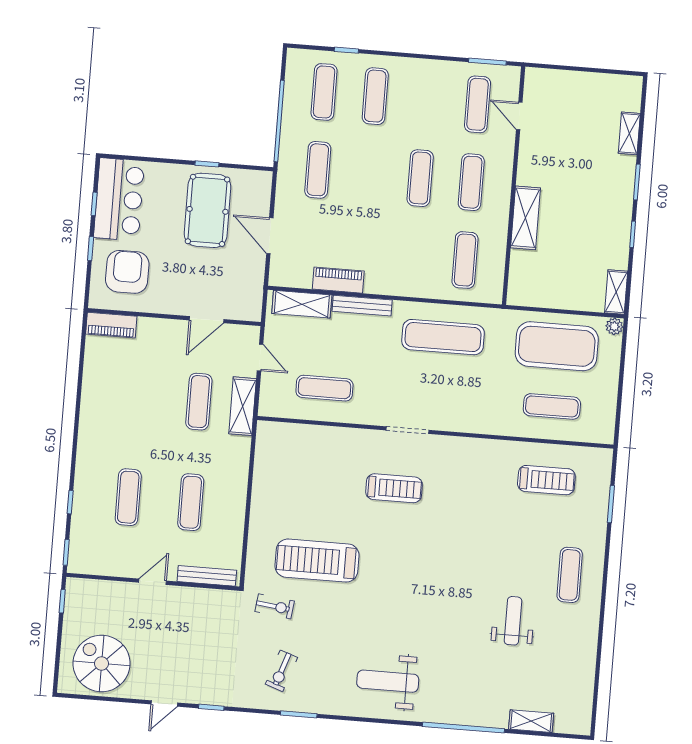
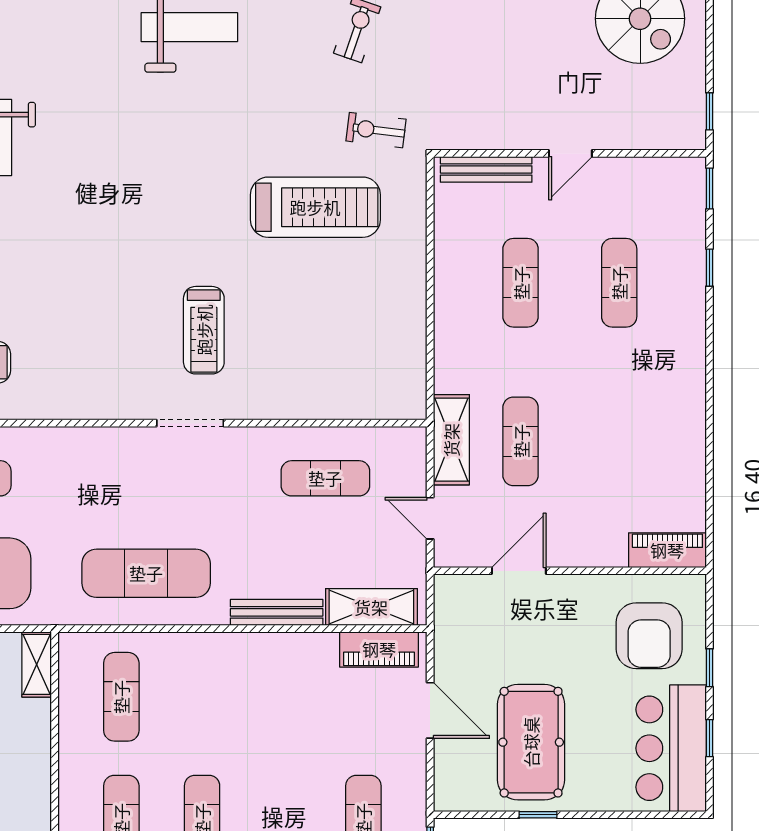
shelving: (526, 218) -> (37, 664), moved, width x0.67, depth x0.75
piano: (338, 280) -> (379, 649), moved
treadmill: (394, 488) -> (204, 330), turned -90

